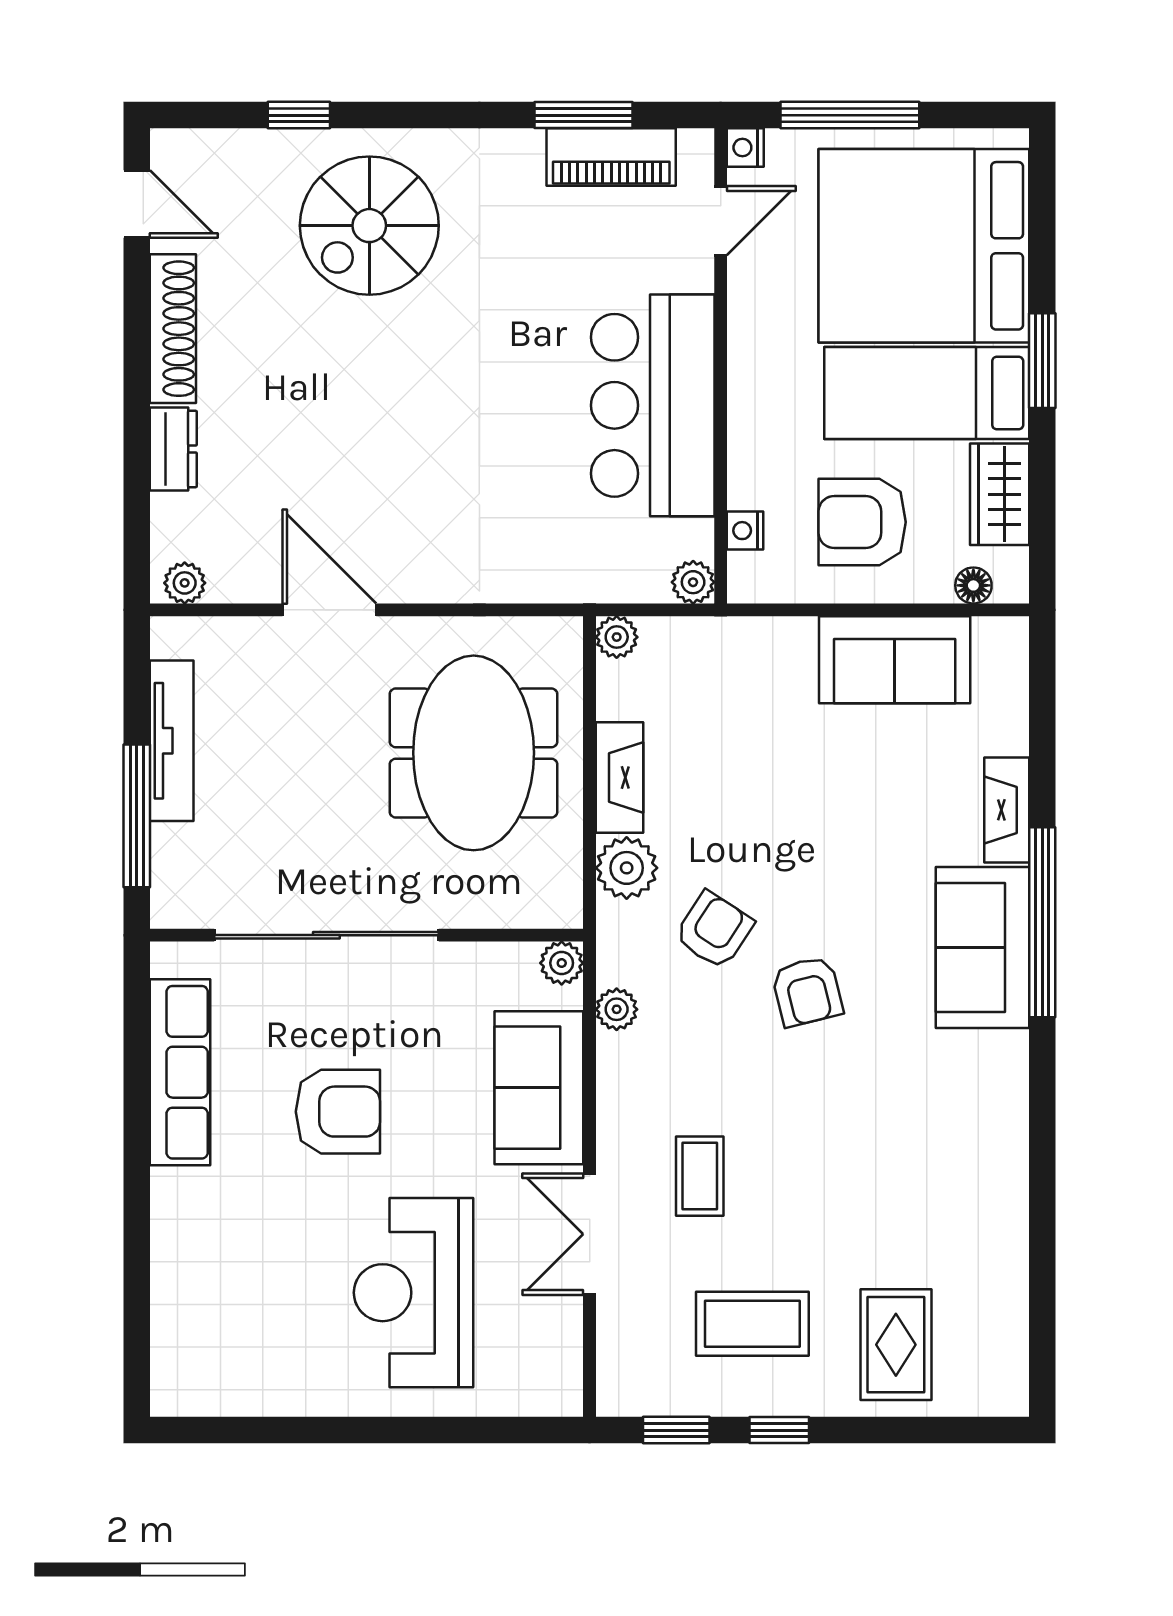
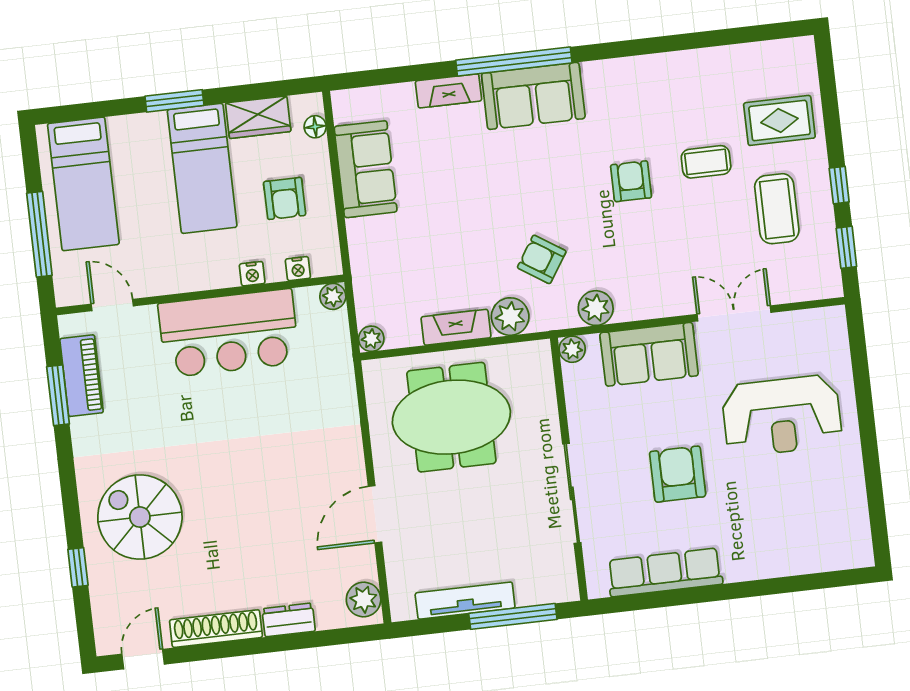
nightstand: (745, 148) -> (252, 274), moved
spiral stairs: (369, 226) -> (140, 517), turned 180
bed: (924, 246) -> (83, 184), width x0.49
armchair: (862, 522) -> (285, 198), width x0.72, depth x0.72
plant: (185, 583) -> (364, 599), width x1.38, depth x1.38
sliding door: (326, 935) -> (572, 493), width x0.73
armchair: (807, 991) -> (631, 181), moved, turned -76
plant: (617, 1009) -> (596, 308), width x1.38, depth x1.38
coffee table: (700, 1176) -> (706, 162), moved
double door: (590, 1234) -> (734, 313), swing flipped

